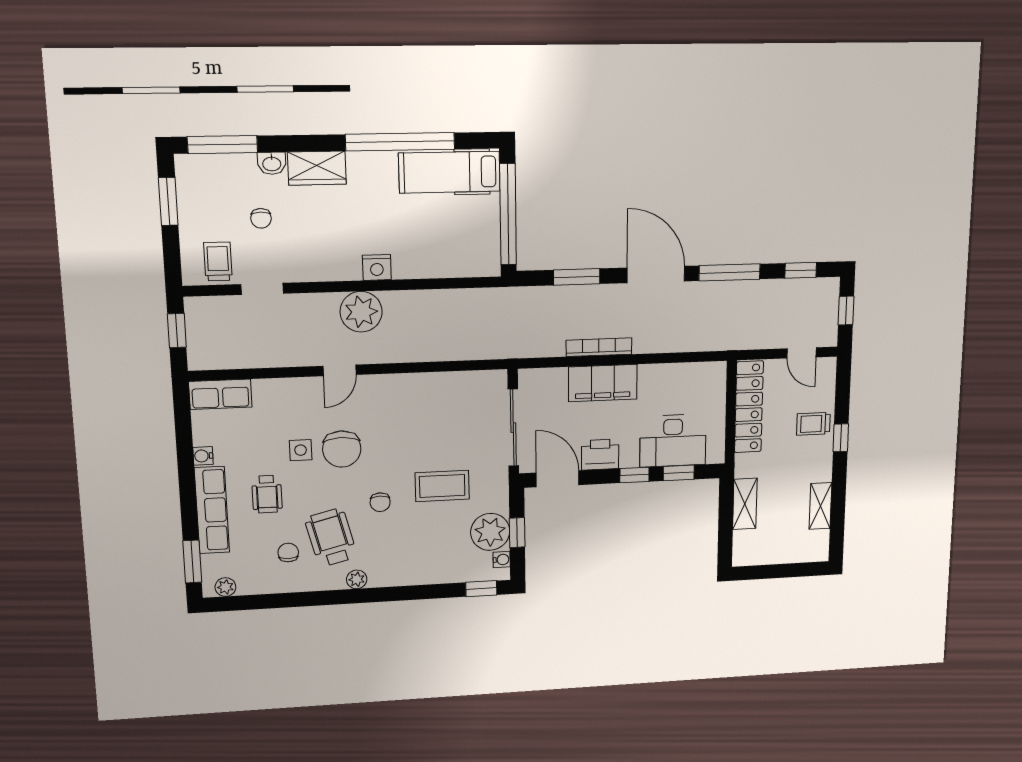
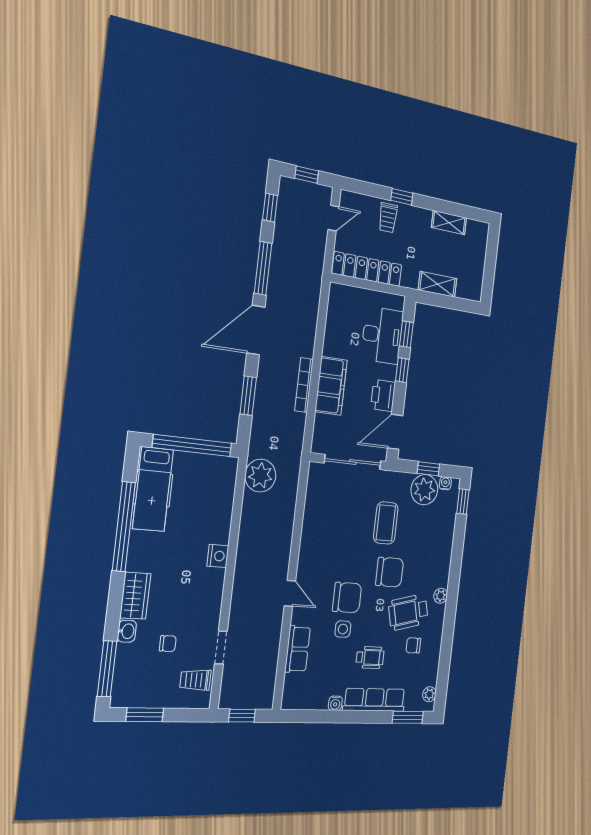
plant: (361, 312) -> (260, 476), moved
row of seats: (220, 394) -> (298, 649), moved
chair: (380, 502) -> (390, 572), width x1.87, depth x1.87

